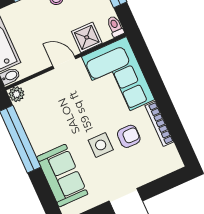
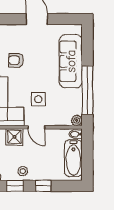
side table: (101, 145) -> (38, 99), moved
sofa: (62, 176) -> (71, 61), width x1.36

